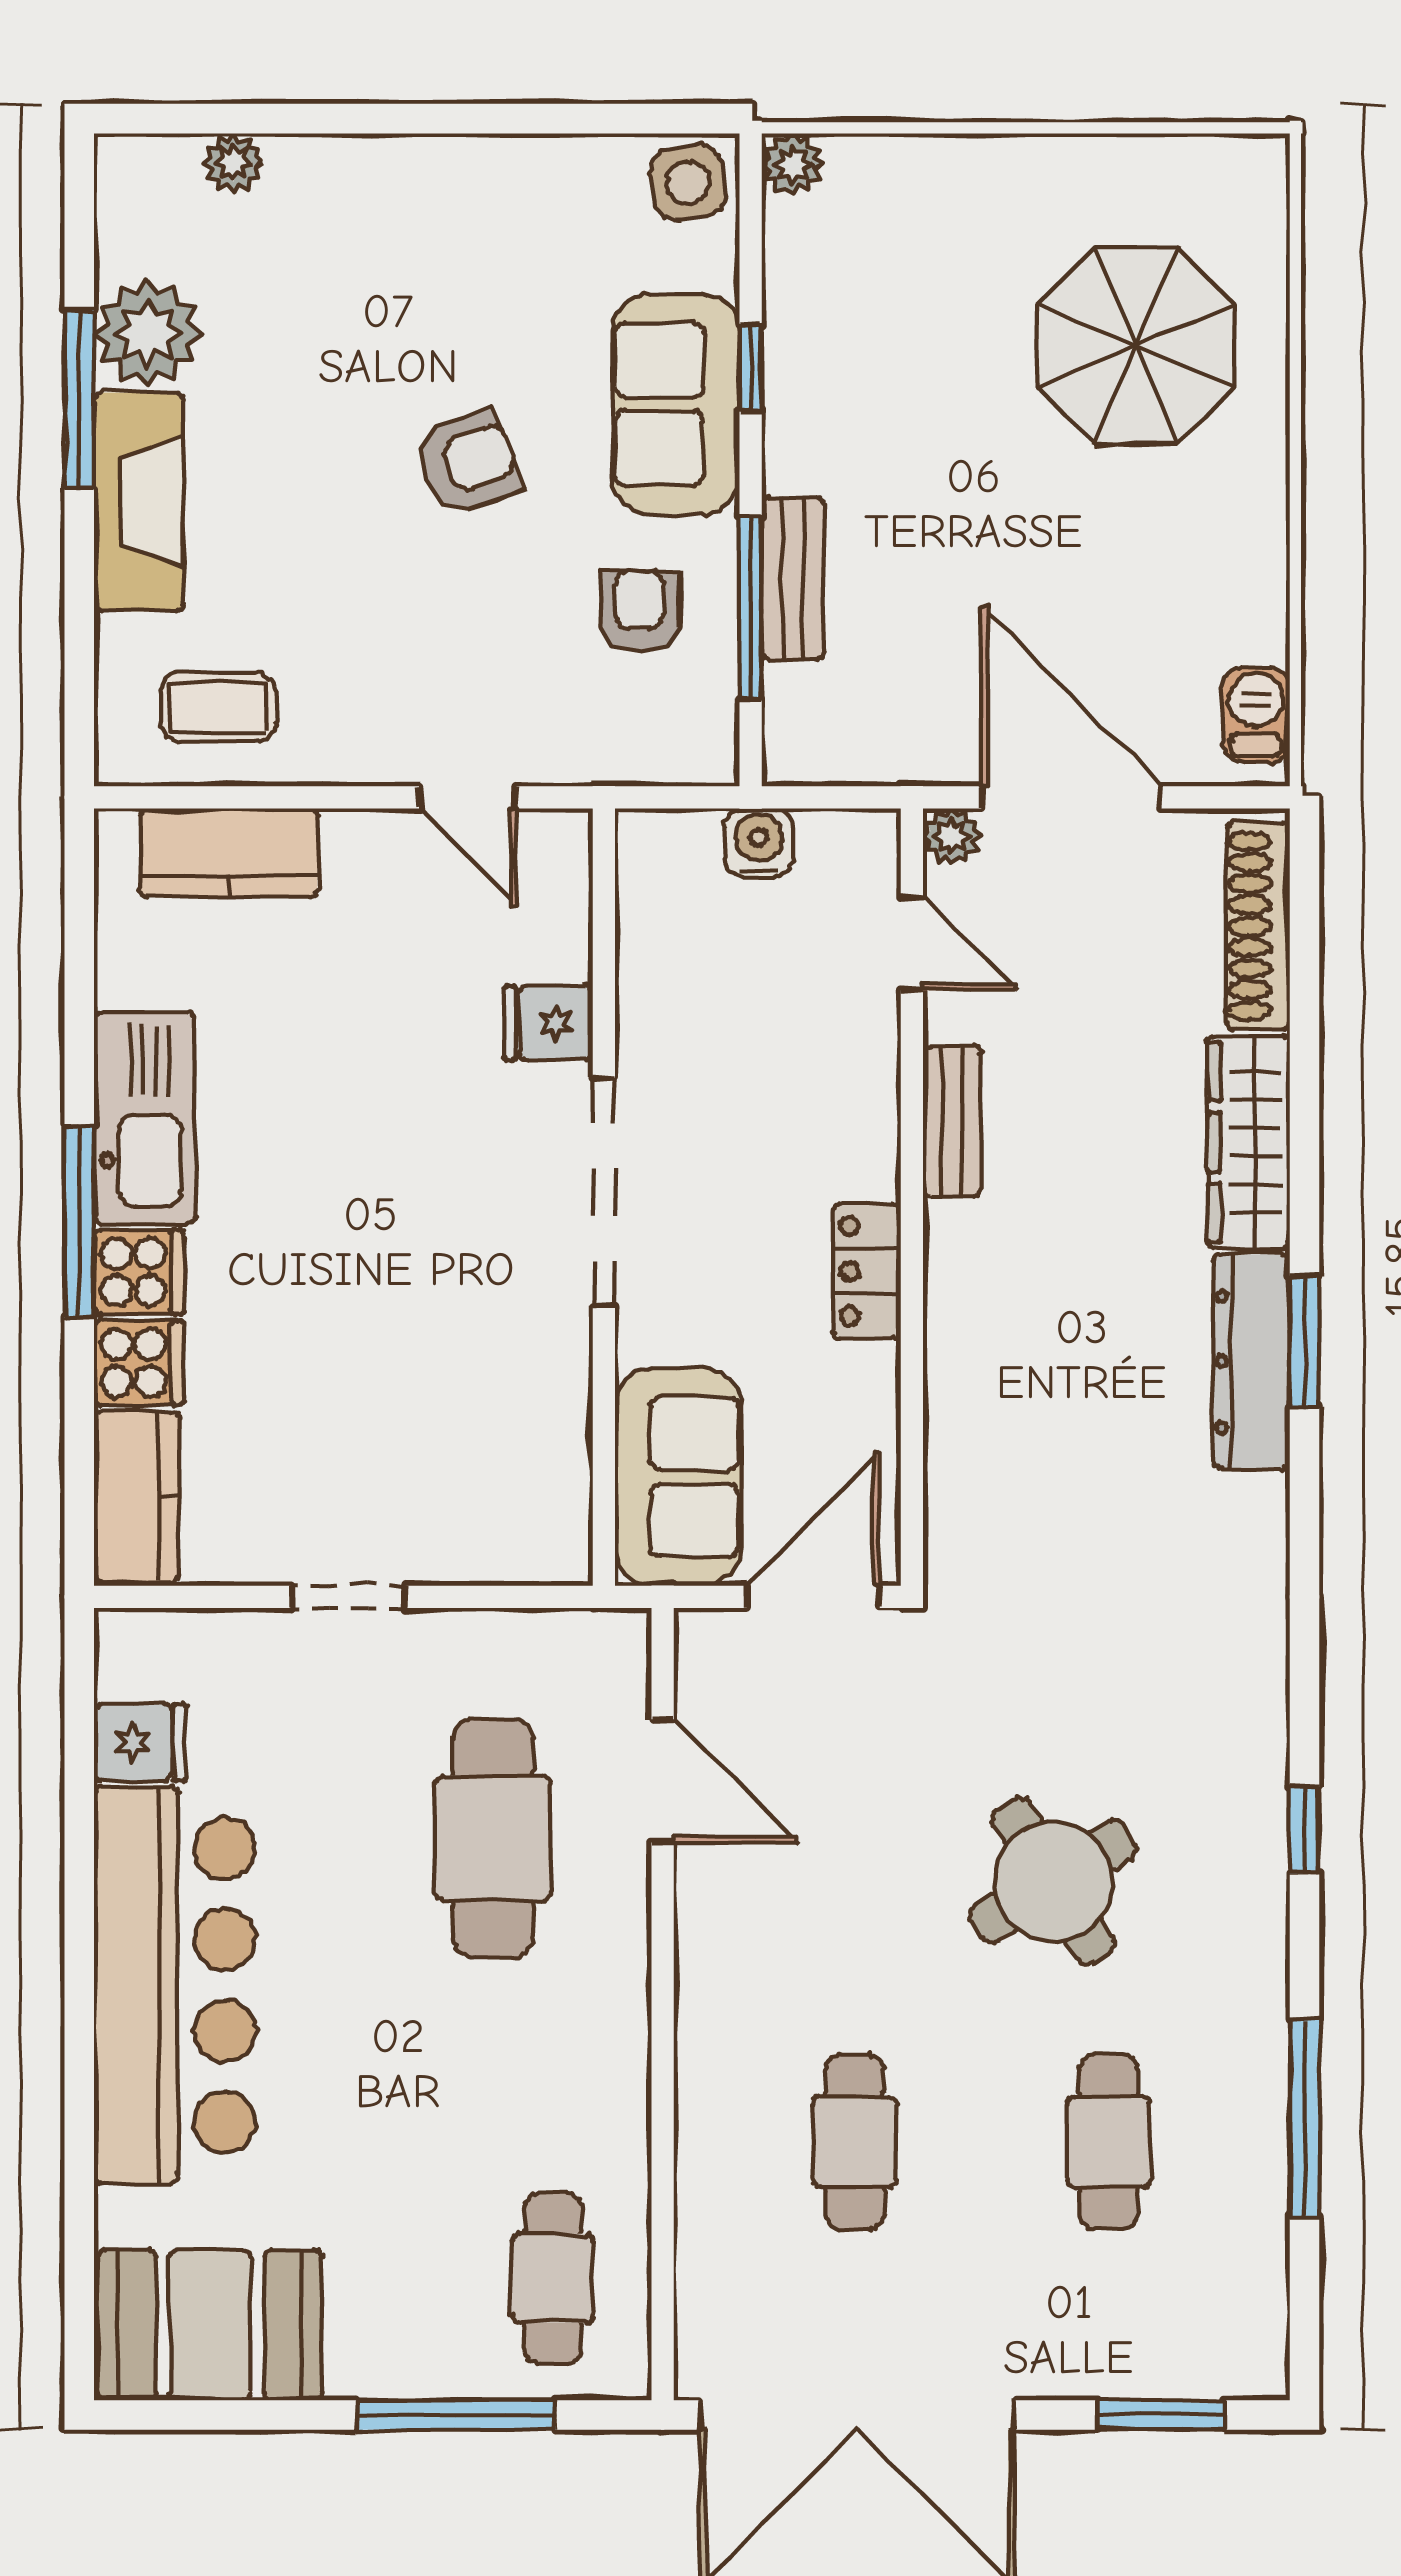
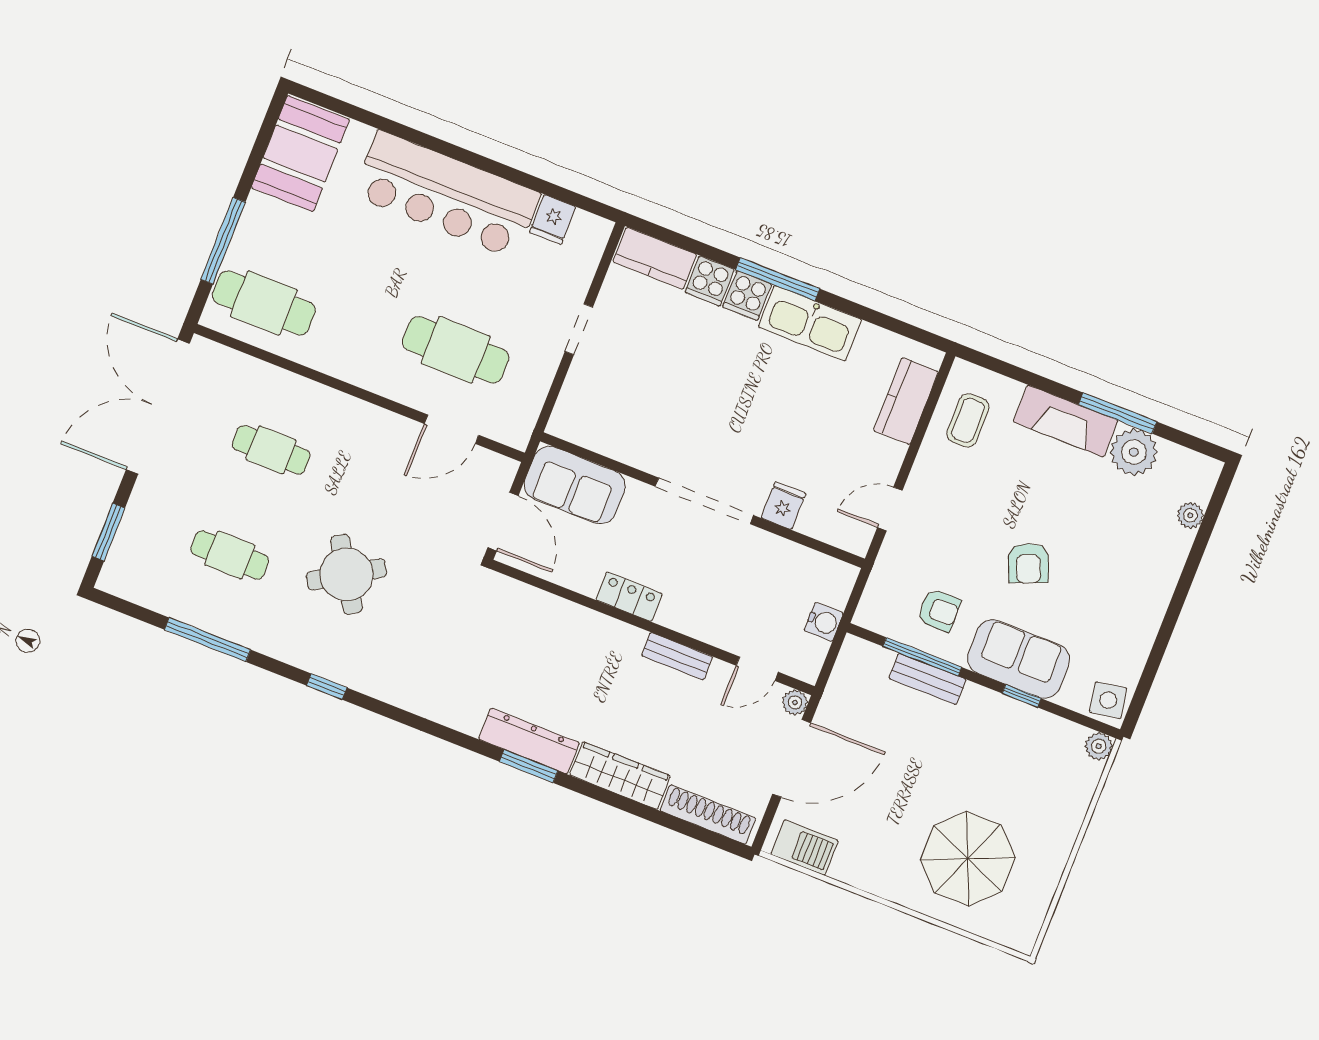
barbecue: (1256, 715) -> (804, 847), width x1.38, depth x1.27
cafe table: (553, 2278) -> (264, 303), width x1.37, depth x1.35

